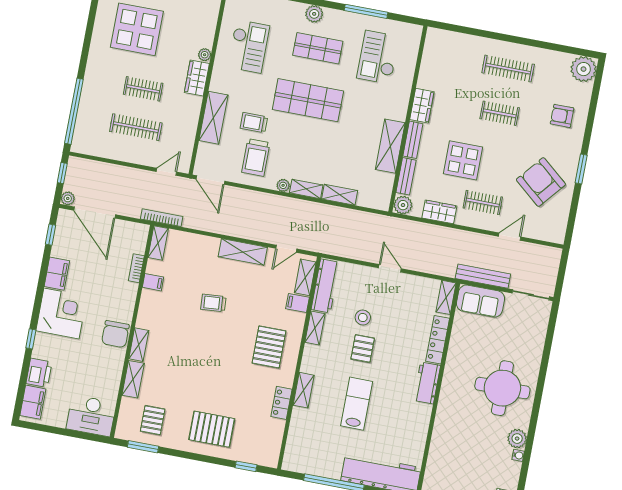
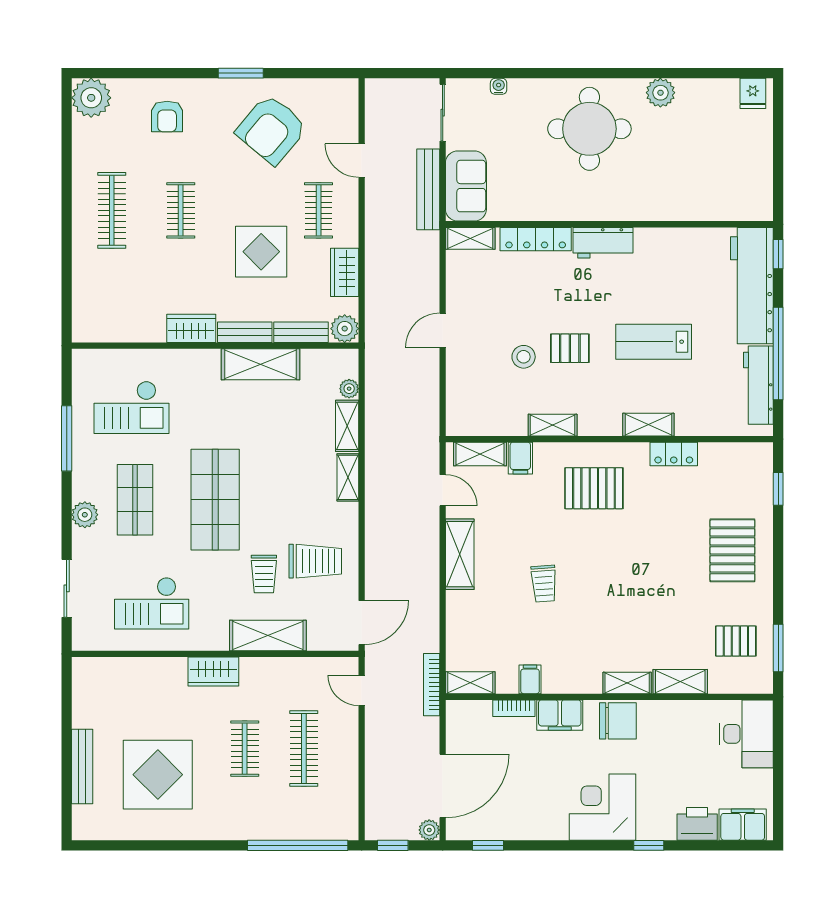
checkout: (249, 46) -> (152, 603), turned 180
plant: (205, 55) -> (177, 666), removed
plant: (283, 185) -> (349, 389), moved
filing cabinet: (57, 274) -> (560, 715), moved, turned 180
workbench: (325, 286) -> (758, 385), moved, turned -90
water cooler: (518, 455) -> (499, 86), moved

